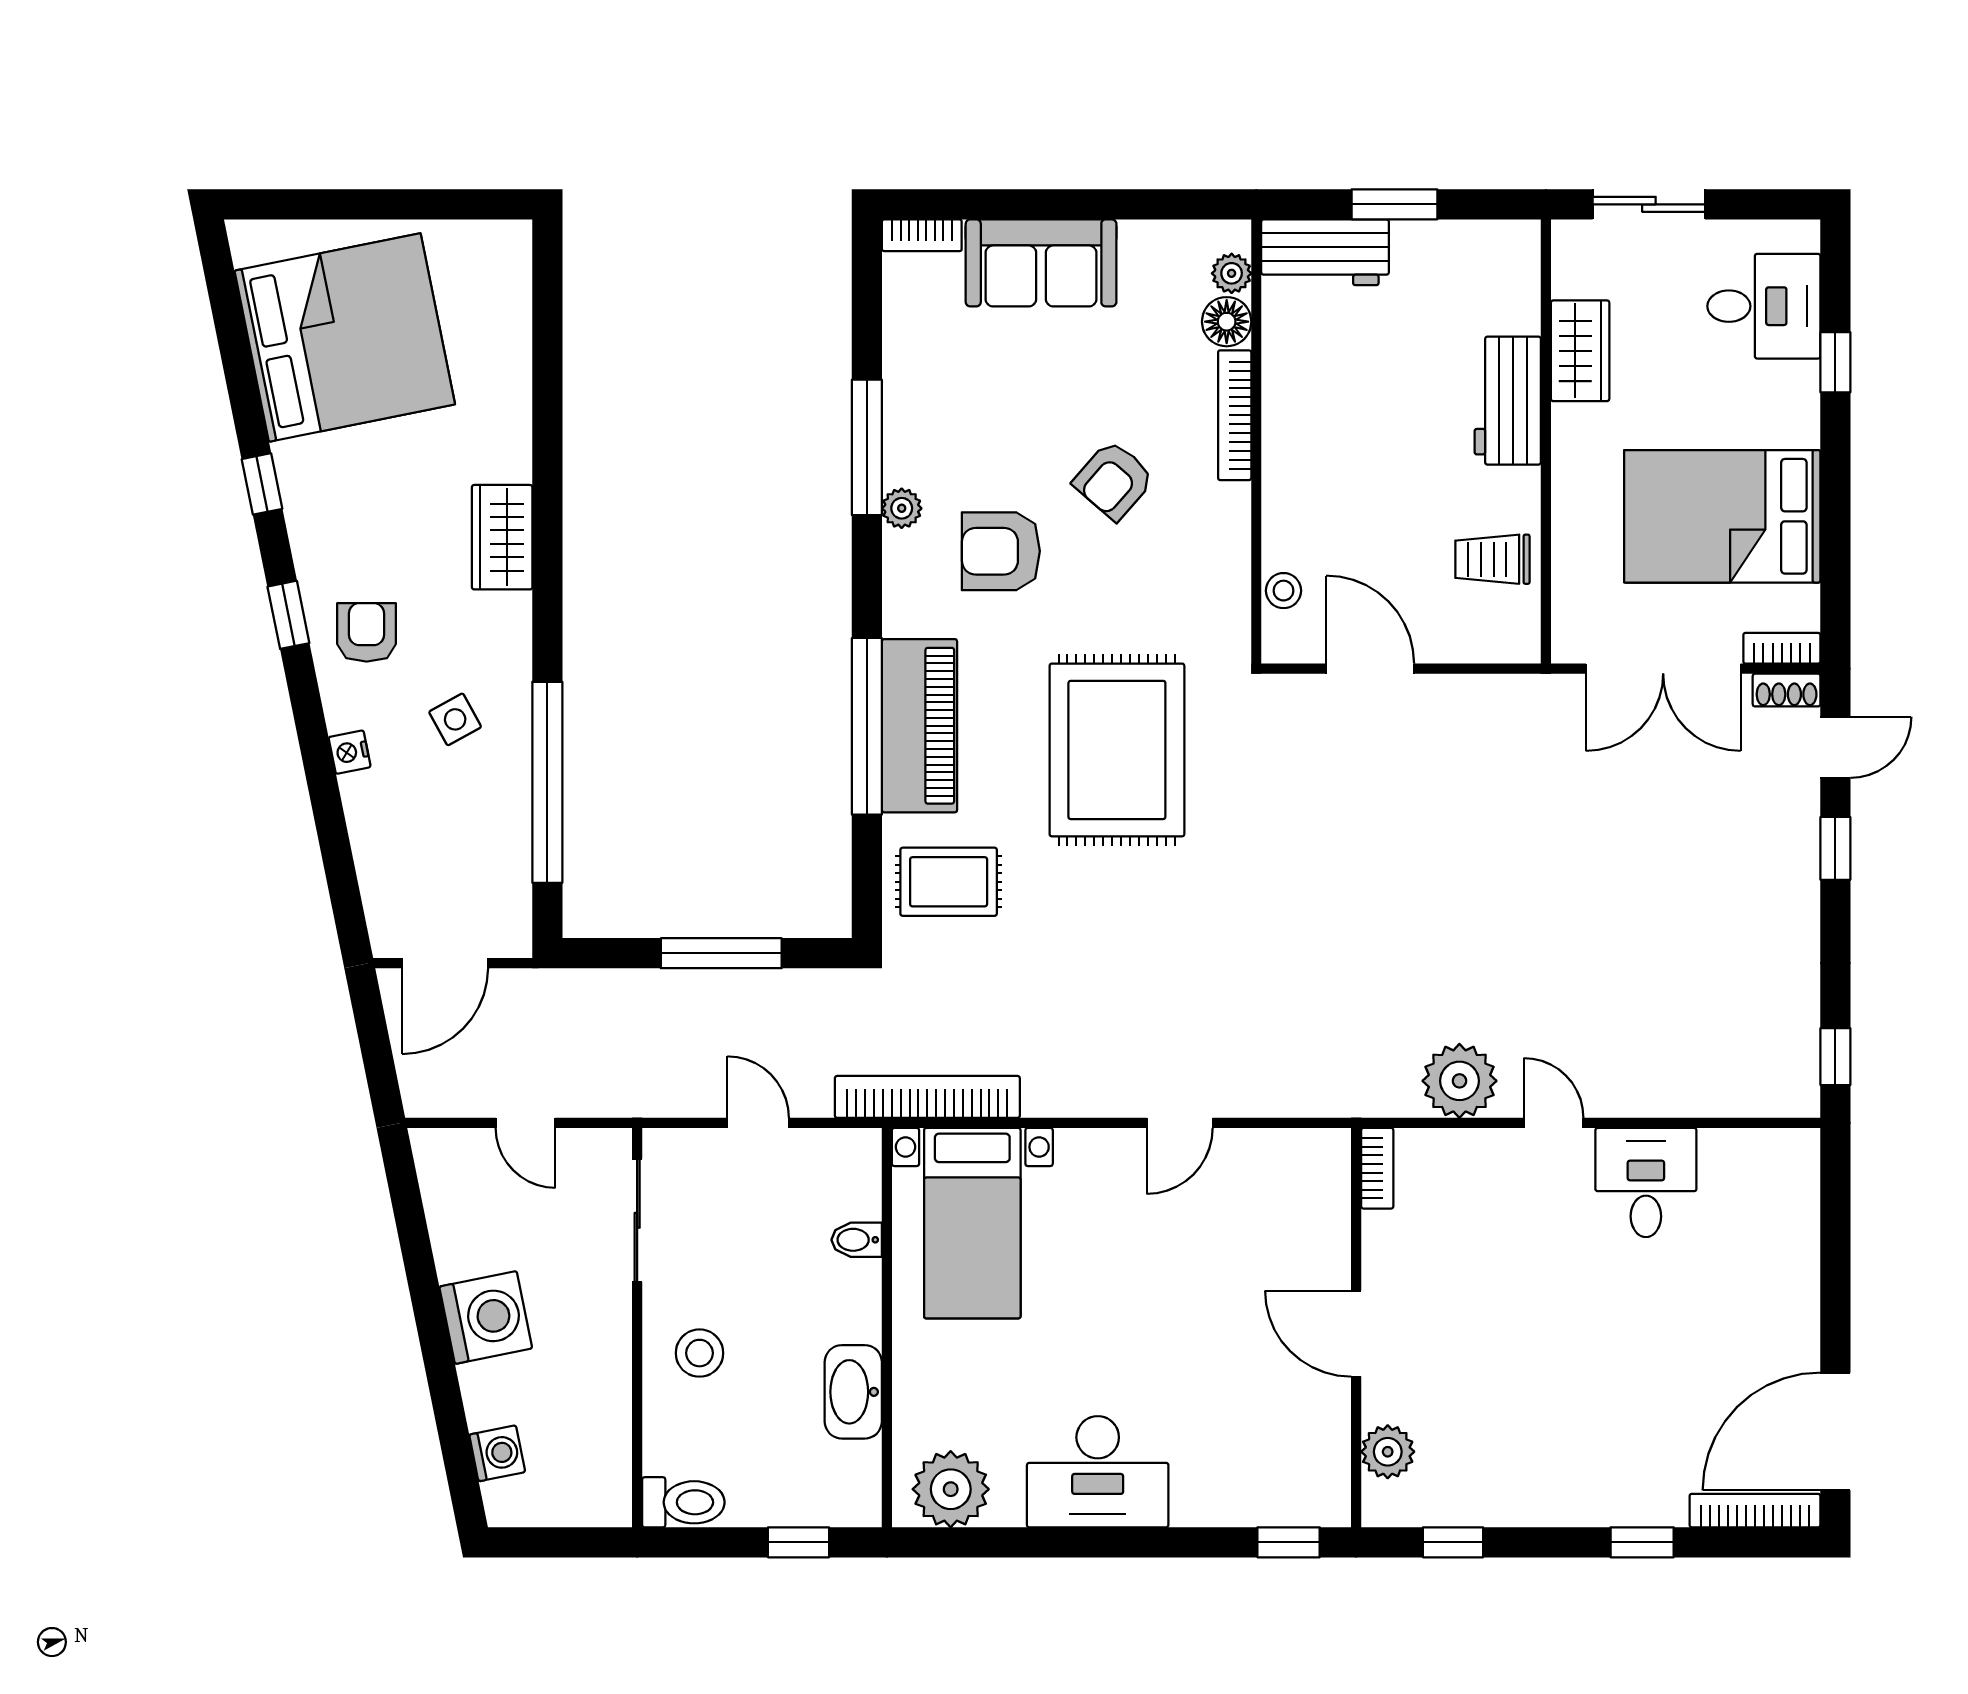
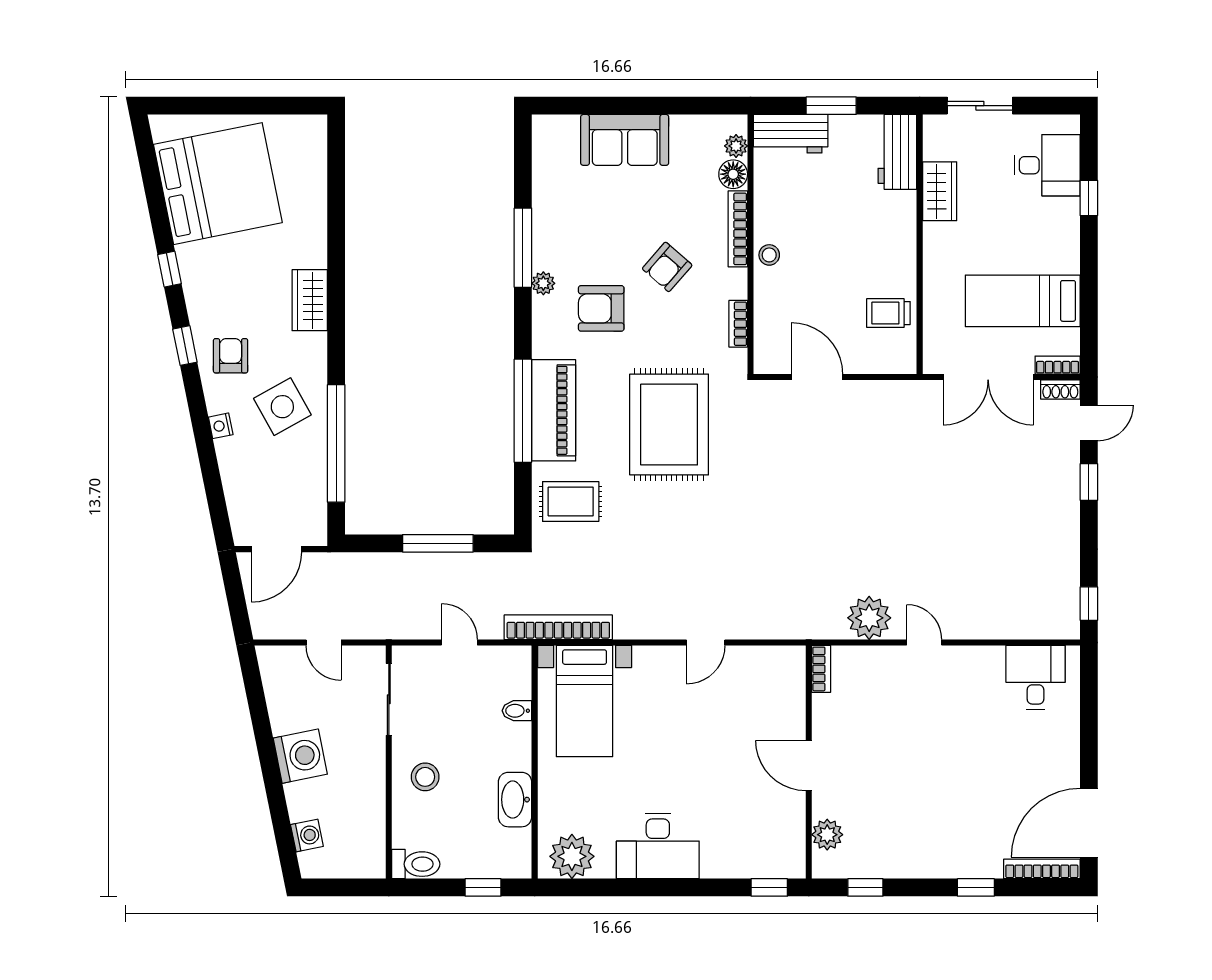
bookcase: (922, 235) -> (738, 324), moved, turned 90
workbench: (1508, 401) -> (897, 152), moved
bed: (1722, 516) -> (1023, 301), width x0.67
stool: (1284, 591) -> (769, 255), moved
side table: (455, 719) -> (282, 407), width x1.87, depth x1.87
desk: (1646, 1182) -> (1035, 677), moved

